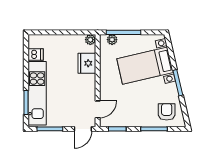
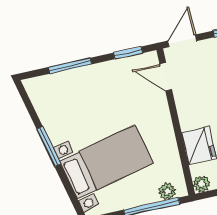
door: (98, 109) -> (166, 77), hinge flipped
armchair: (167, 112) -> (56, 97), removed

